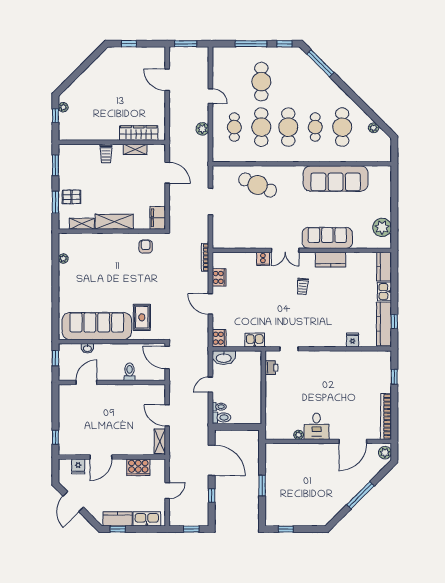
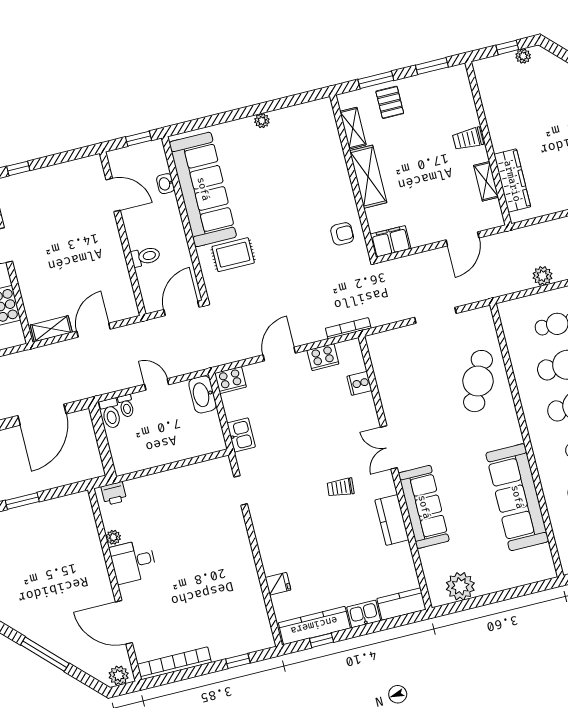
plant: (63, 259) -> (262, 121), moved
cooker: (263, 259) -> (359, 383), moved
printer: (271, 368) -> (114, 493), moved

